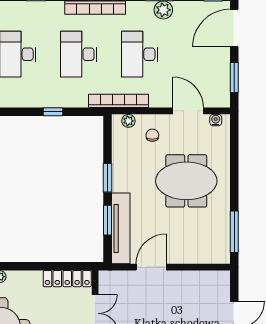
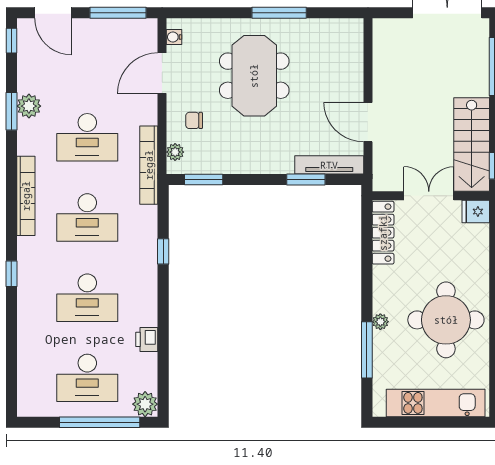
door: (234, 28) -> (53, 13), width x0.73
window: (234, 77) -> (118, 13), width x1.44
window: (108, 178) -> (204, 180), moved
tv unit: (121, 228) -> (329, 165), width x0.73, depth x0.78
window: (234, 232) -> (279, 13), moved

